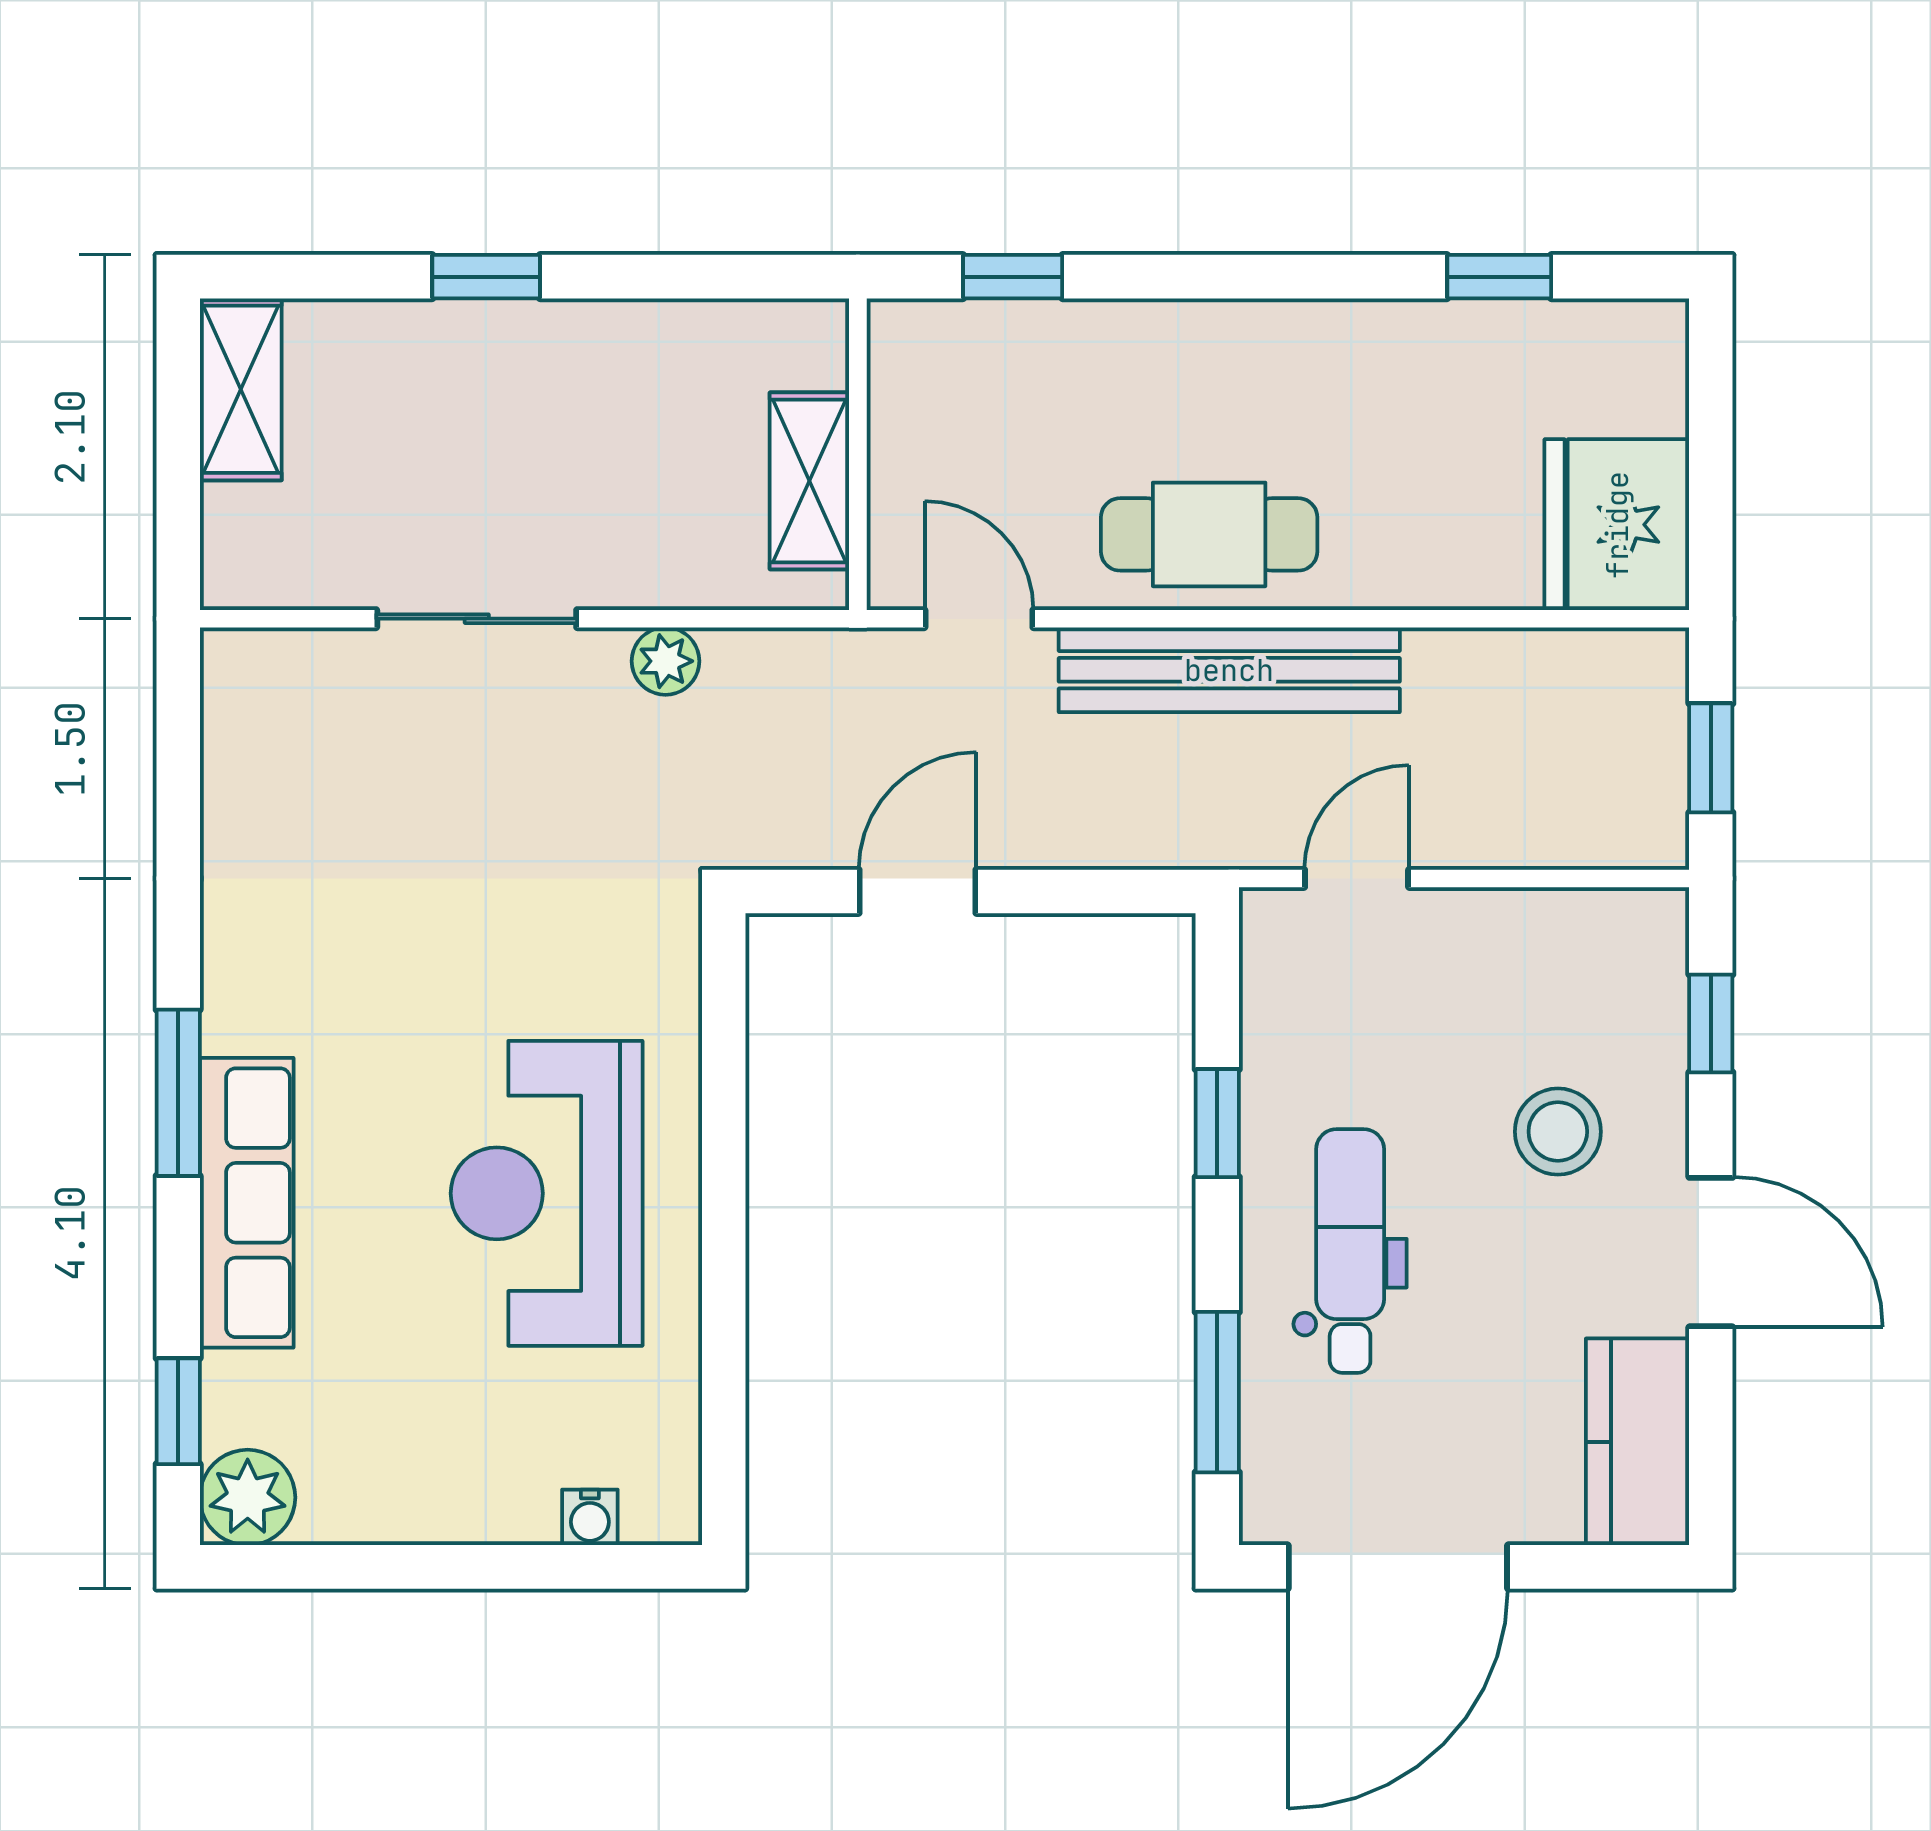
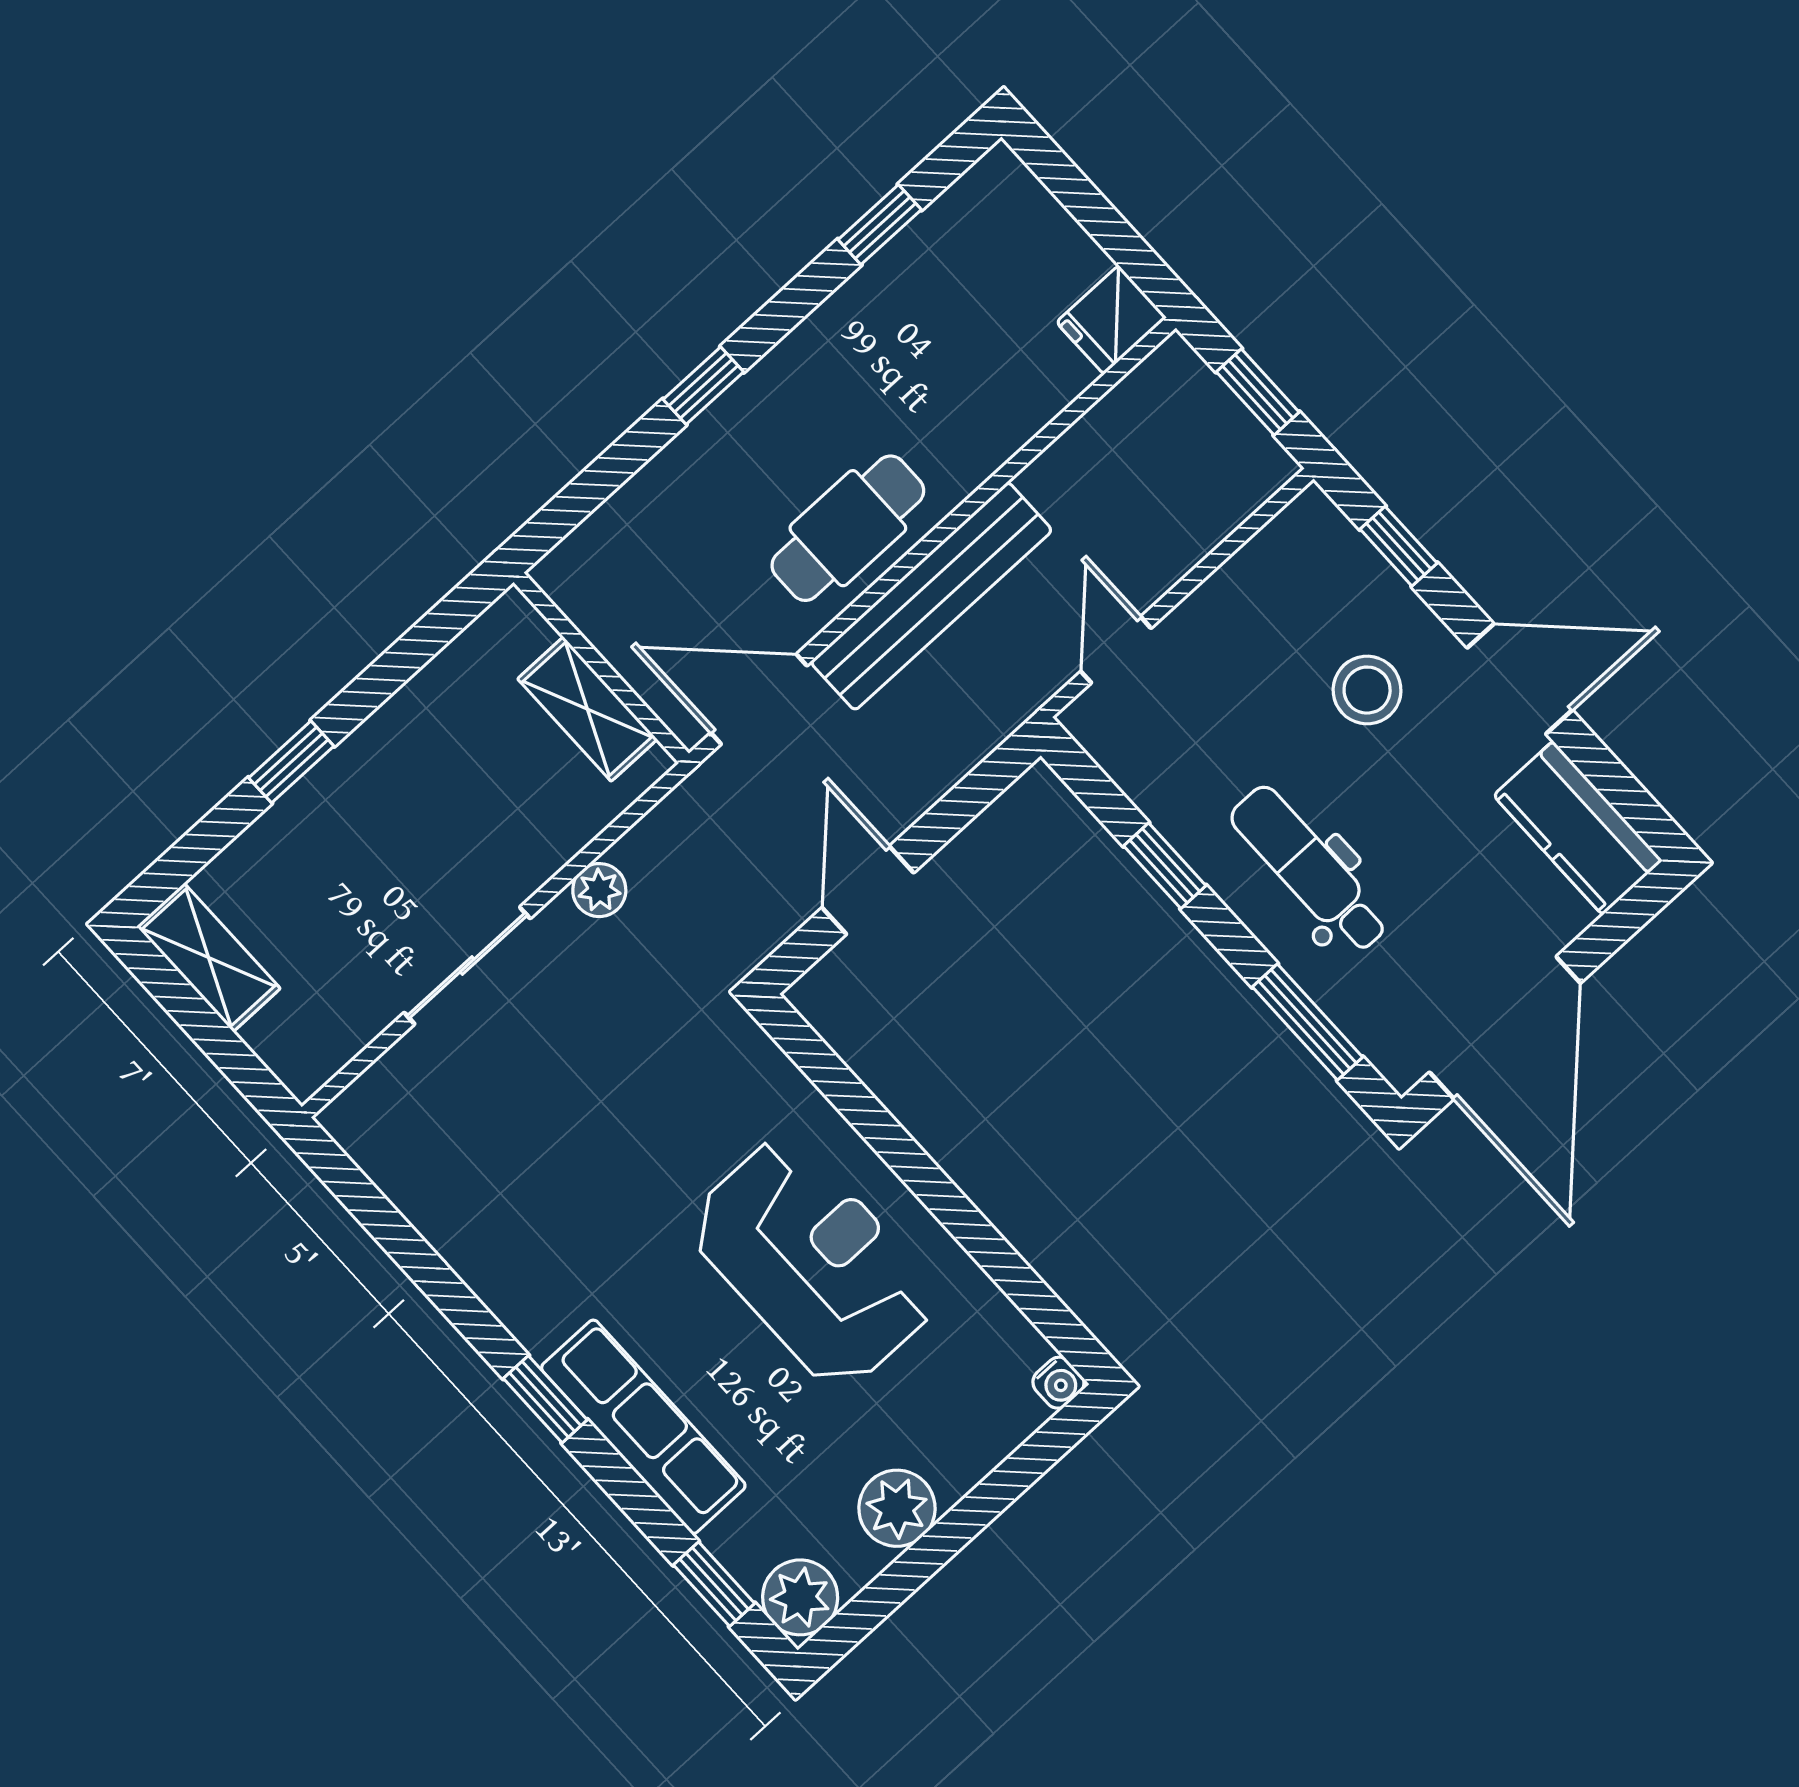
window: (1013, 277) -> (703, 386), moved
fridge: (1617, 525) -> (1111, 320), width x0.53, depth x0.75
door: (979, 619) -> (759, 699), width x1.38
window: (178, 1093) -> (545, 1399), width x0.67
reception desk: (547, 1193) -> (813, 1262), turned 180
plant: (415, 1497) -> (897, 1508), added
water cooler: (590, 1517) -> (1058, 1383), moved

